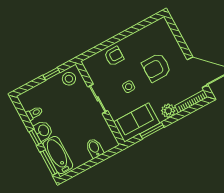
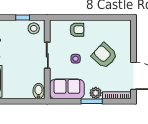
armchair: (156, 67) -> (104, 56), turned 43
window: (152, 131) -> (92, 101), moved
bidet: (95, 148) -> (39, 91), moved

